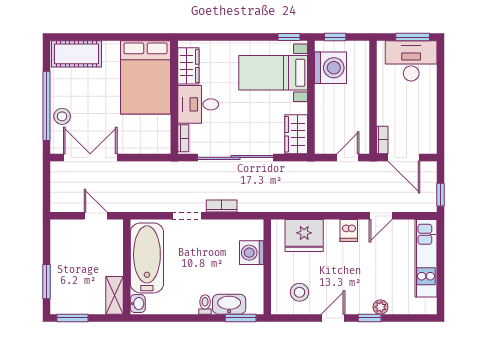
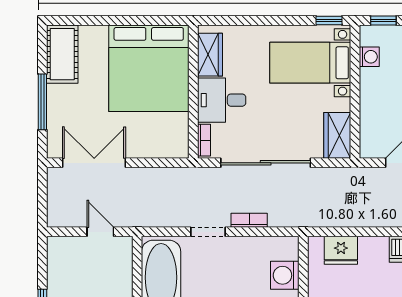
cot: (76, 54) -> (62, 54), moved, turned 90
washing machine: (331, 68) -> (369, 57), width x0.53, depth x0.53
bed: (146, 77) -> (149, 68), width x1.36
window: (46, 106) -> (42, 102), width x0.68
stool: (62, 116) -> (61, 114), removed
fridge: (304, 236) -> (341, 250), width x0.73, depth x0.75

